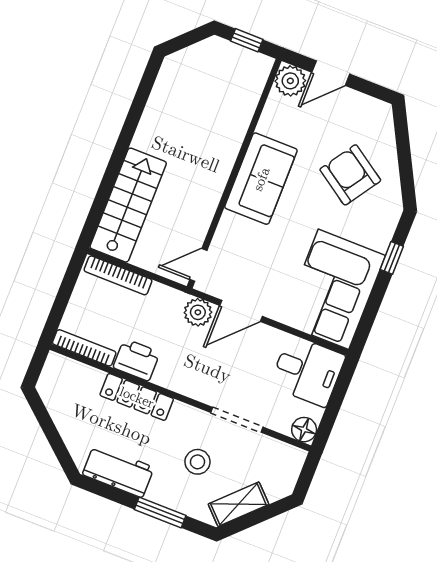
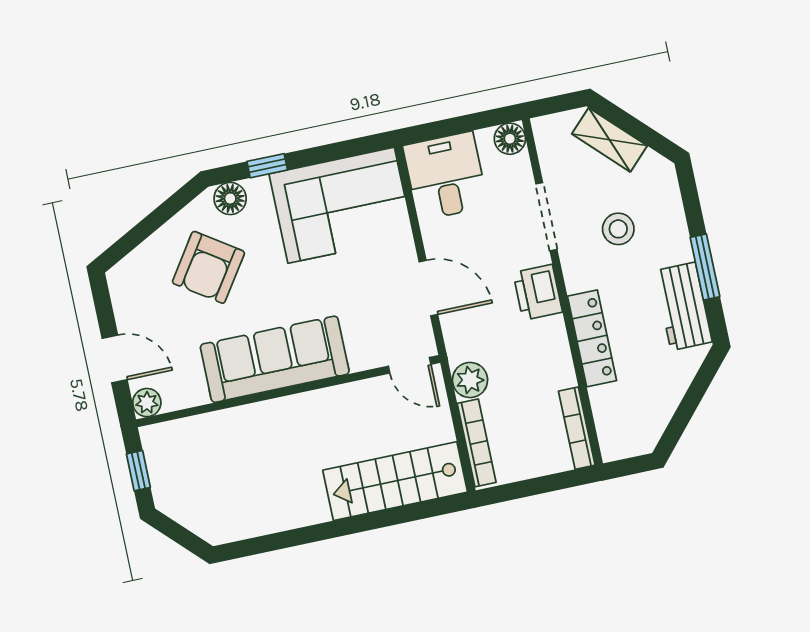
plant: (290, 81) -> (147, 403), width x0.73, depth x0.73
sofa: (261, 179) -> (275, 359), width x1.36
floor lamp: (386, 219) -> (230, 199), added
plant: (198, 312) -> (470, 380), moved
printer: (136, 360) -> (538, 292), moved
shelving: (238, 504) -> (610, 140), moved
window: (160, 512) -> (705, 267), moved

